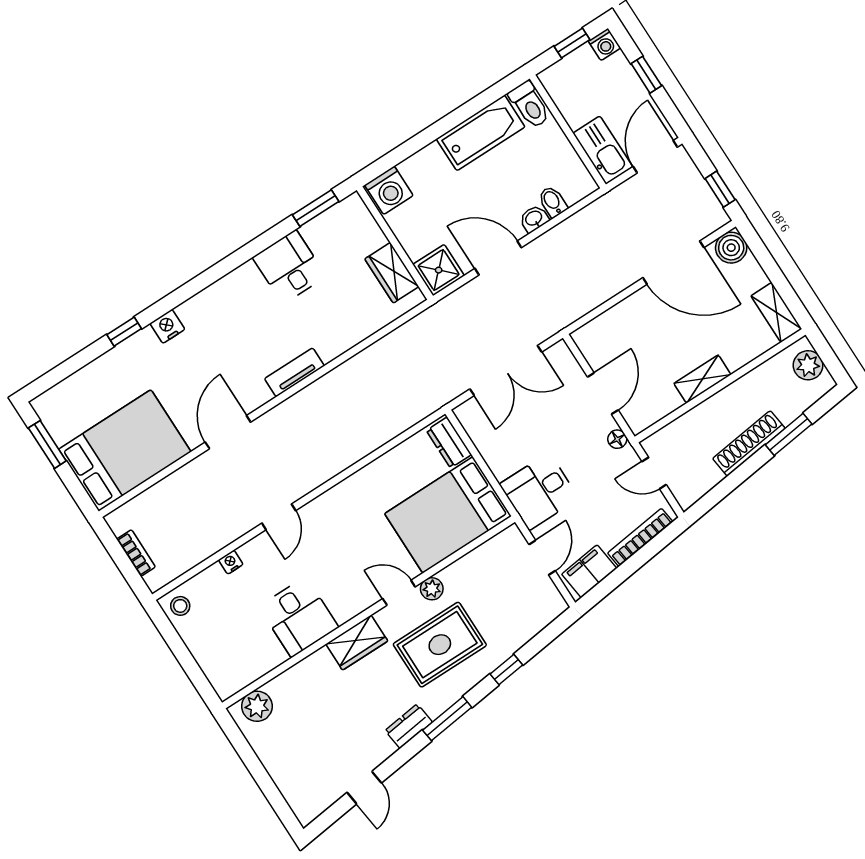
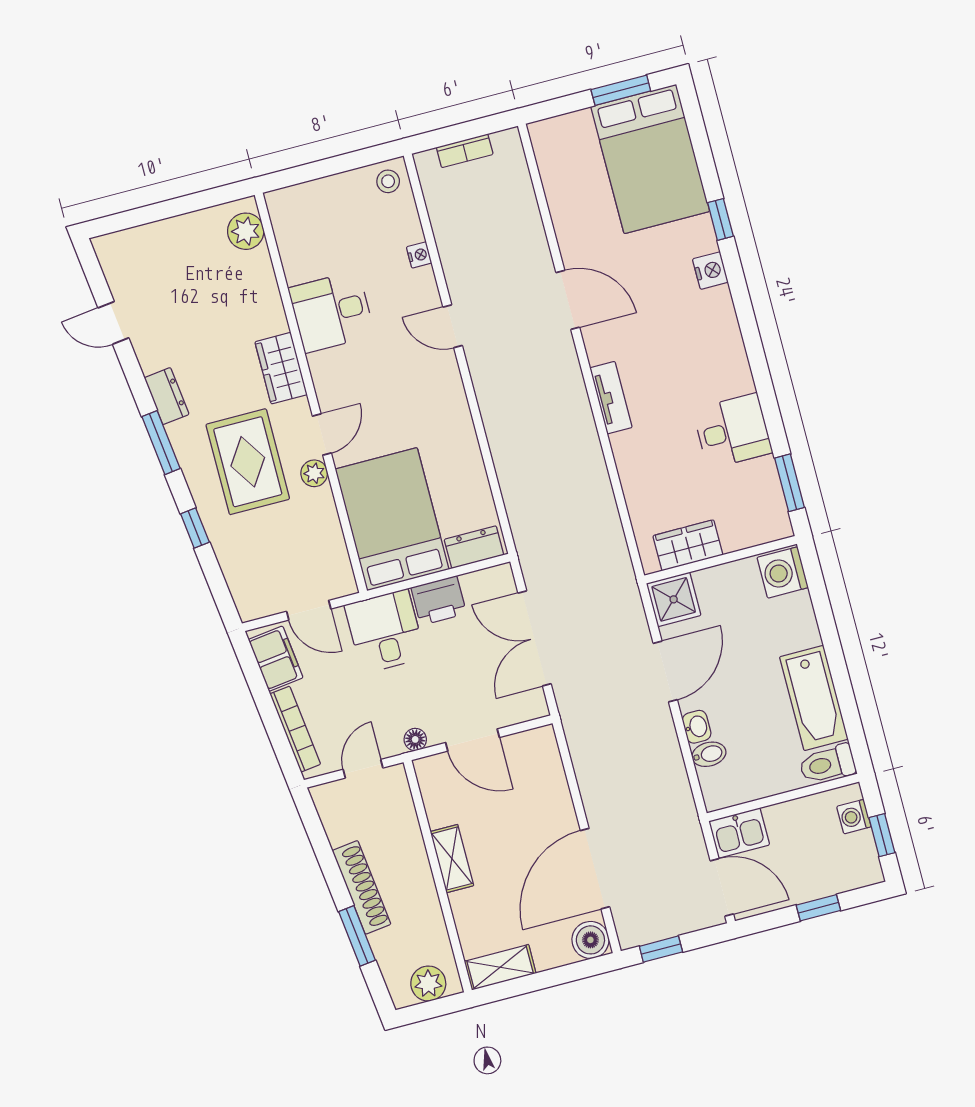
washing machine: (604, 44) -> (854, 817), moved
kitchen sink: (603, 150) -> (739, 833), width x0.73
bed: (125, 450) -> (650, 159), moved
printer: (501, 457) -> (439, 601), added

